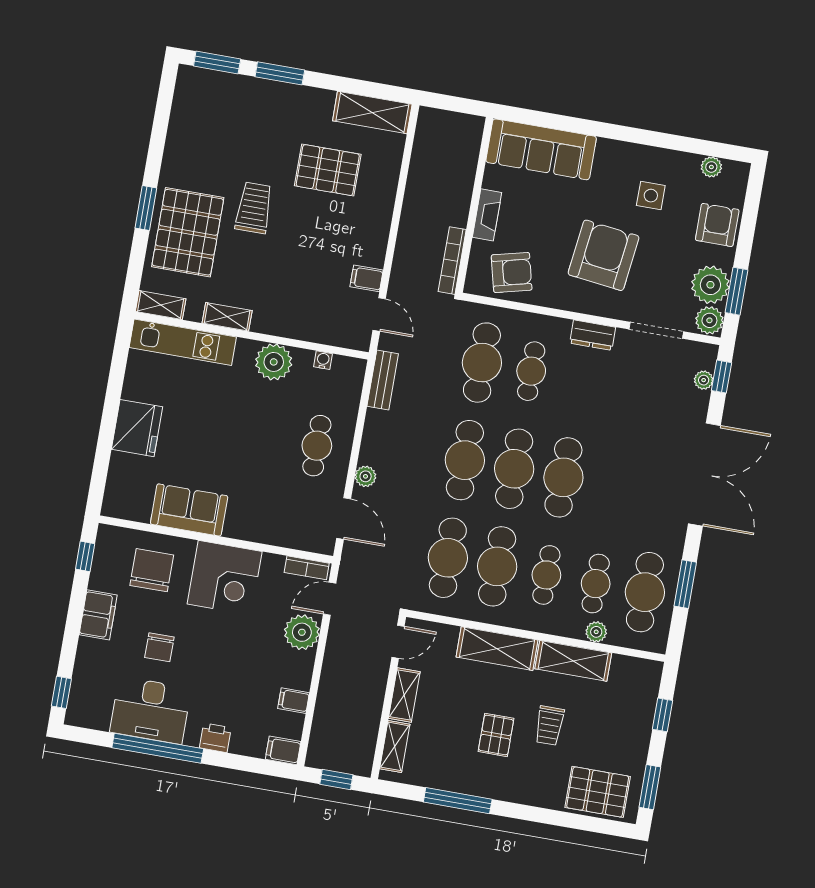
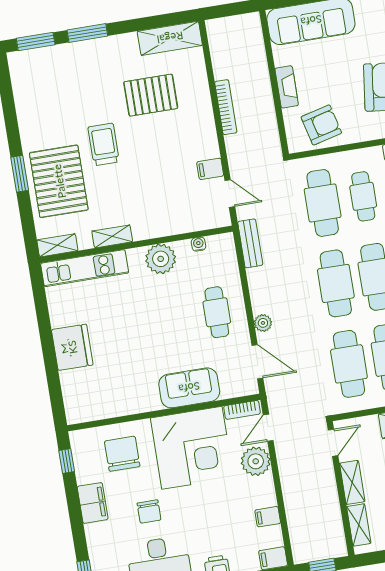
bookcase: (452, 261) -> (226, 107), moved, turned 180
sofa: (189, 510) -> (189, 388), moved
corner desk: (225, 578) -> (192, 448), width x1.36, depth x1.36

